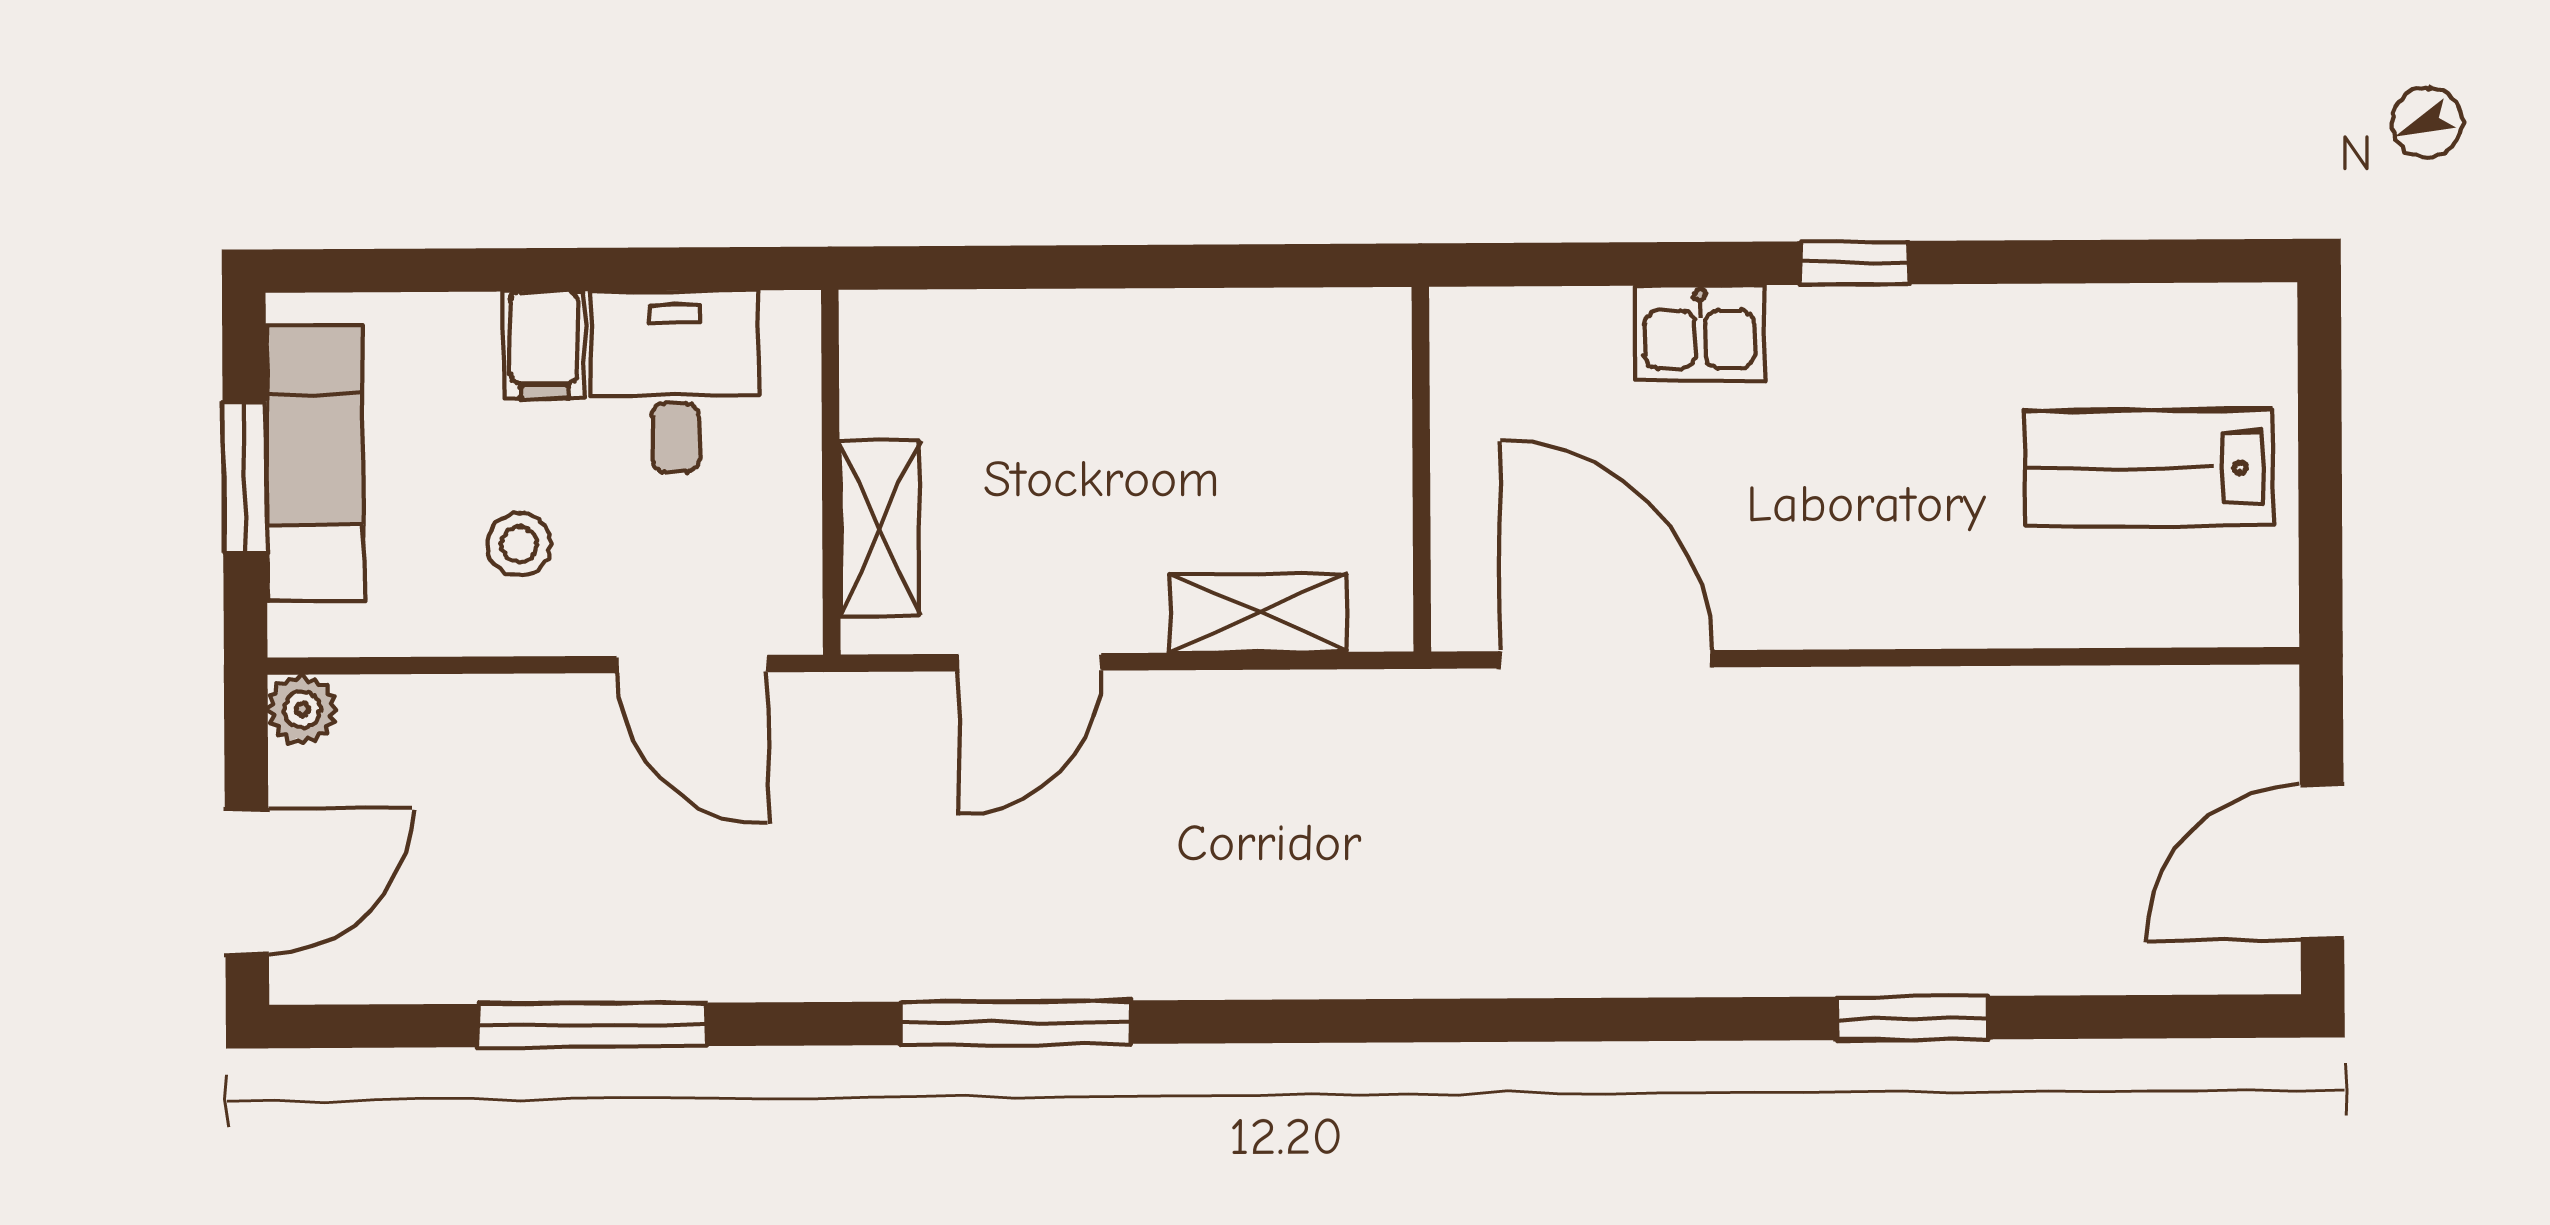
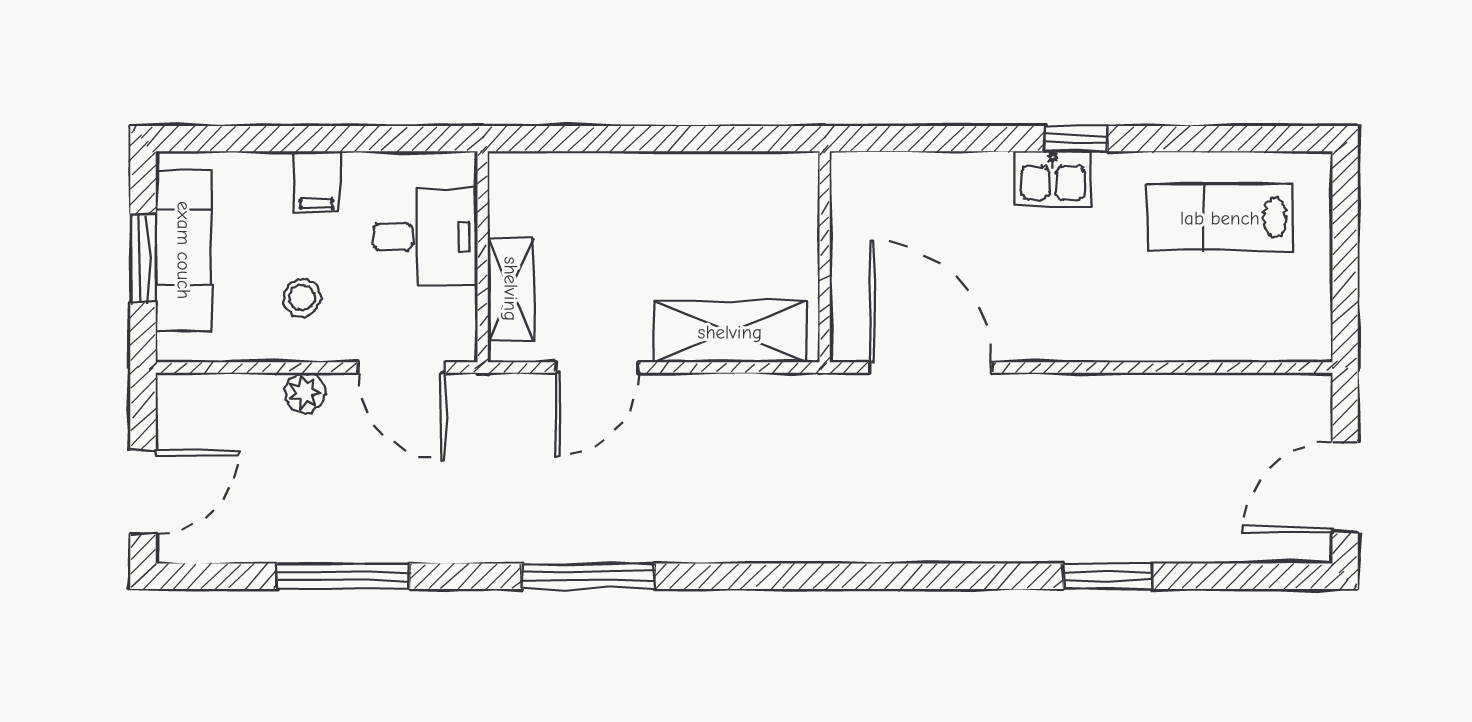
kitchen sink: (1700, 333) -> (1053, 179), moved
desk: (675, 381) -> (425, 237), moved, turned 90
lab bench: (2149, 468) -> (1220, 218), moved
shelving: (1259, 613) -> (730, 332), width x1.50, depth x1.33
plant: (302, 709) -> (305, 393), moved

